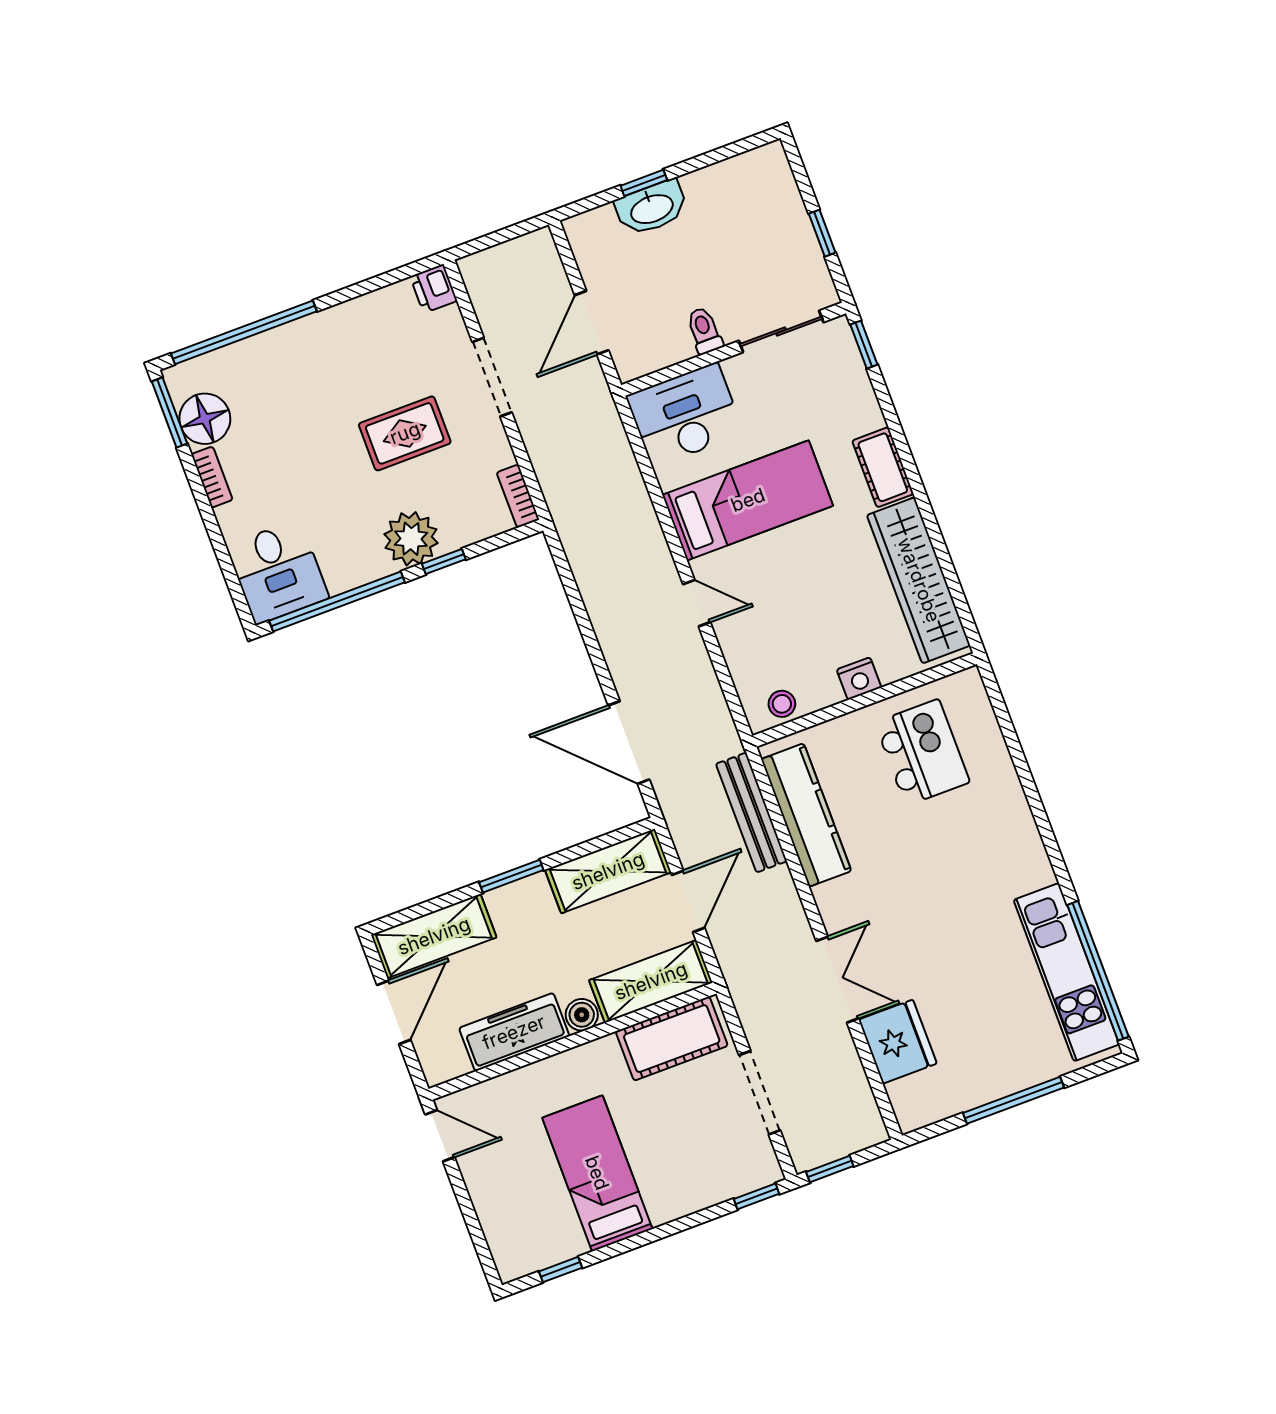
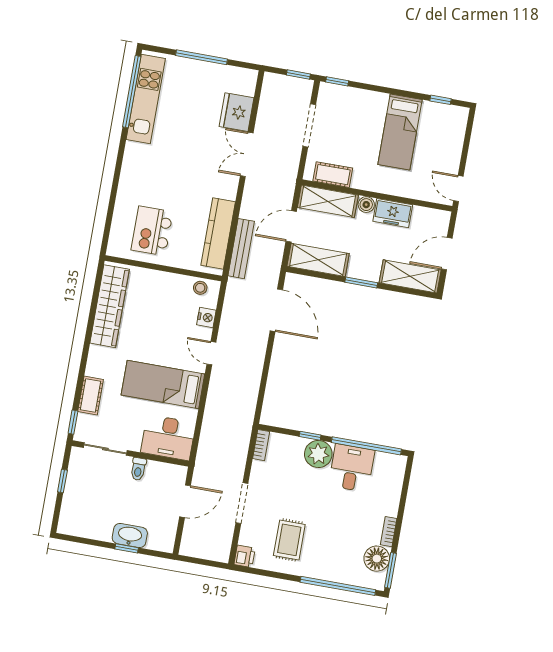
rug: (405, 433) -> (289, 540), moved, turned 90
cot: (883, 467) -> (91, 396), moved
desk: (278, 572) -> (352, 468), moved
nightstand: (859, 679) -> (206, 317), moved, turned 90
freezer: (514, 1032) -> (393, 213), width x0.71
cot: (672, 1039) -> (333, 175), width x0.73, depth x0.75

